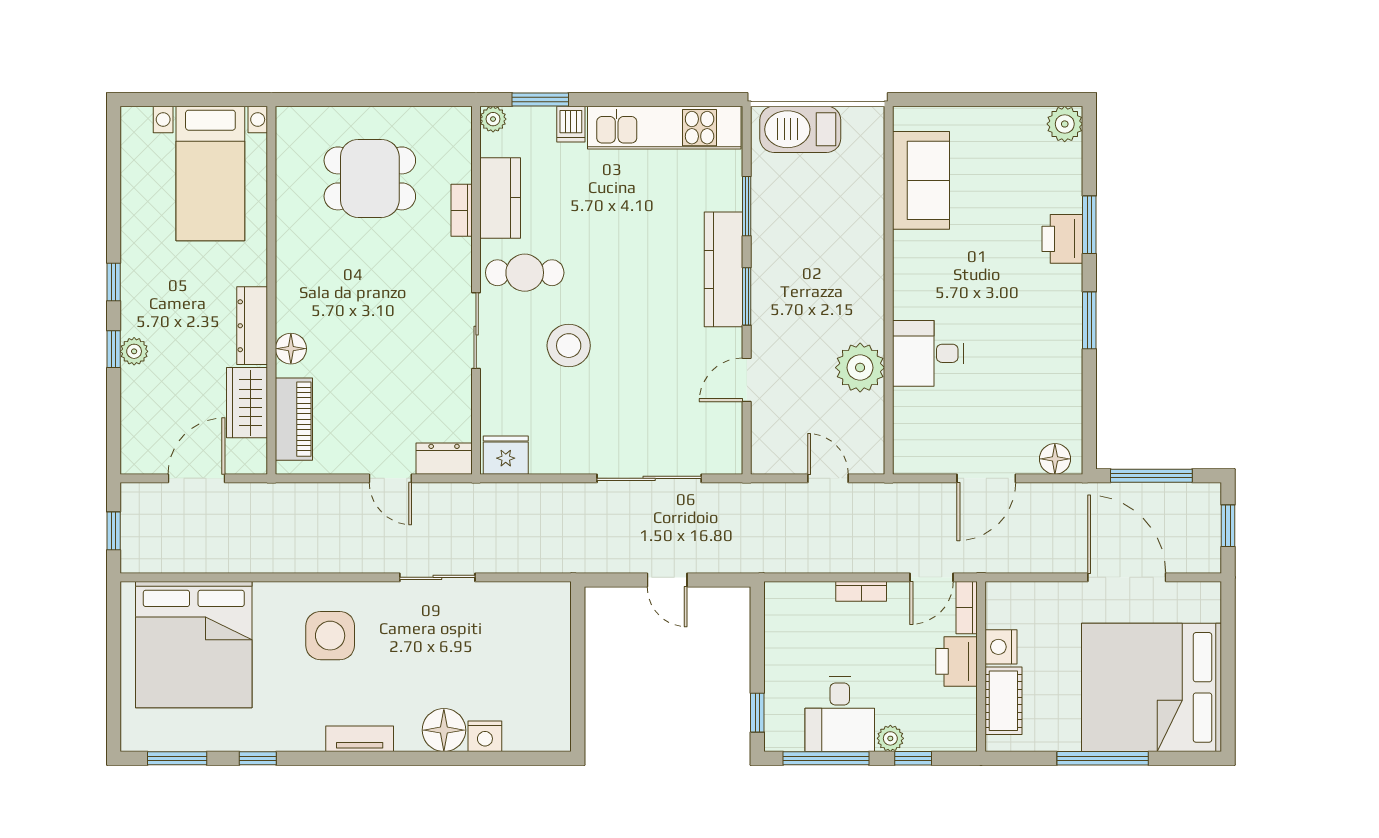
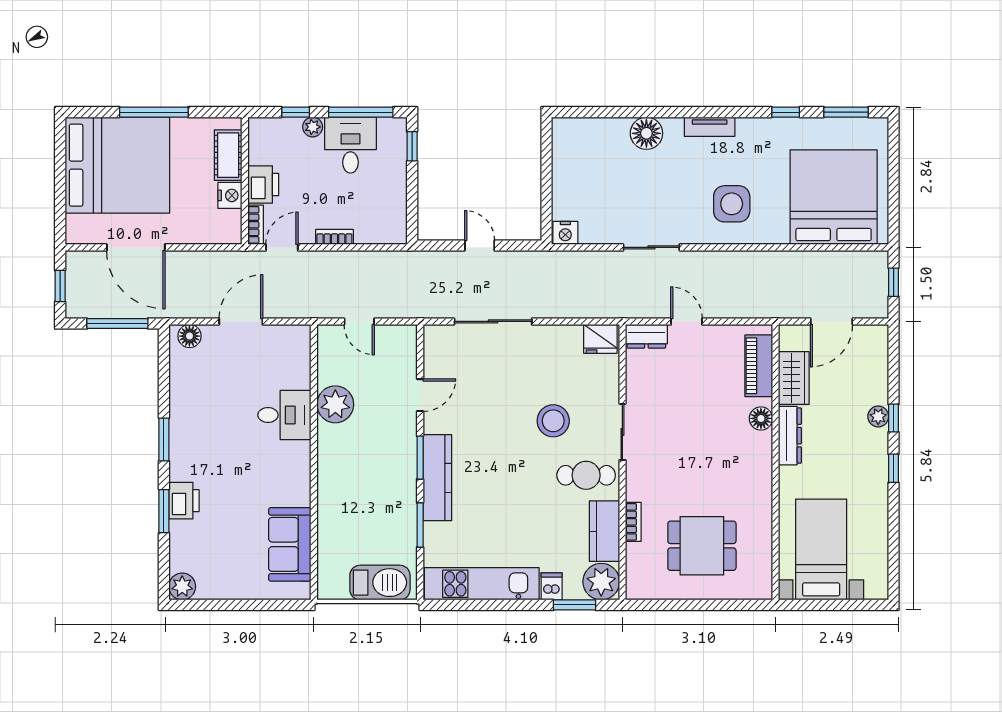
plant: (493, 119) -> (601, 582), width x1.88, depth x1.88
nightstand: (485, 736) -> (565, 233), moved, turned 180

